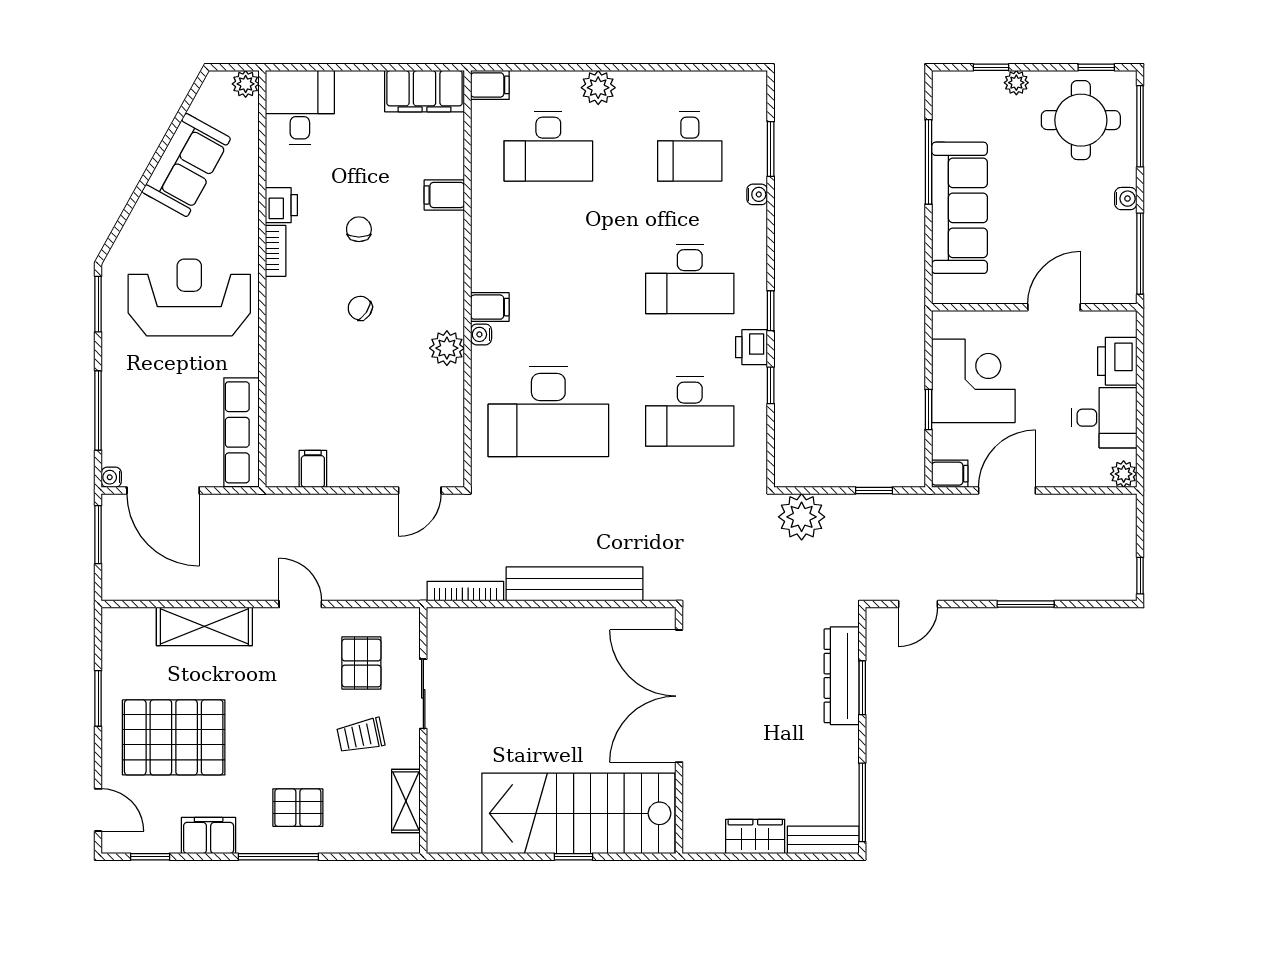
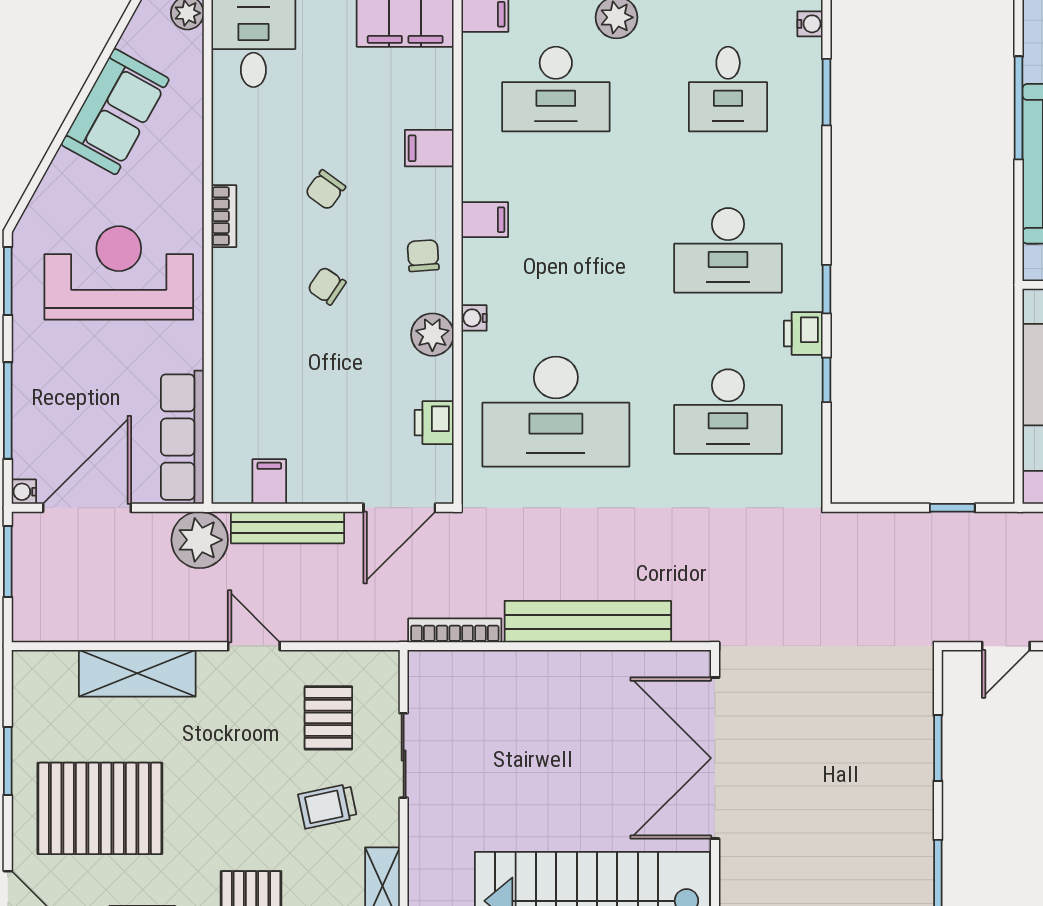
water cooler: (757, 194) -> (810, 24), moved
printer: (281, 205) -> (434, 423), moved, turned 180
chair: (359, 229) -> (325, 190), turned -144
chair: (439, 283) -> (423, 256), added
filing cabinet: (490, 307) -> (485, 220), moved
window: (928, 409) -> (1019, 409), removed
door: (163, 490) -> (87, 508), swing flipped
door: (420, 490) -> (399, 508), width x1.38
bench: (328, 507) -> (288, 527), added
plant: (802, 517) -> (200, 540), moved
dresser: (842, 676) -> (913, 733), removed

